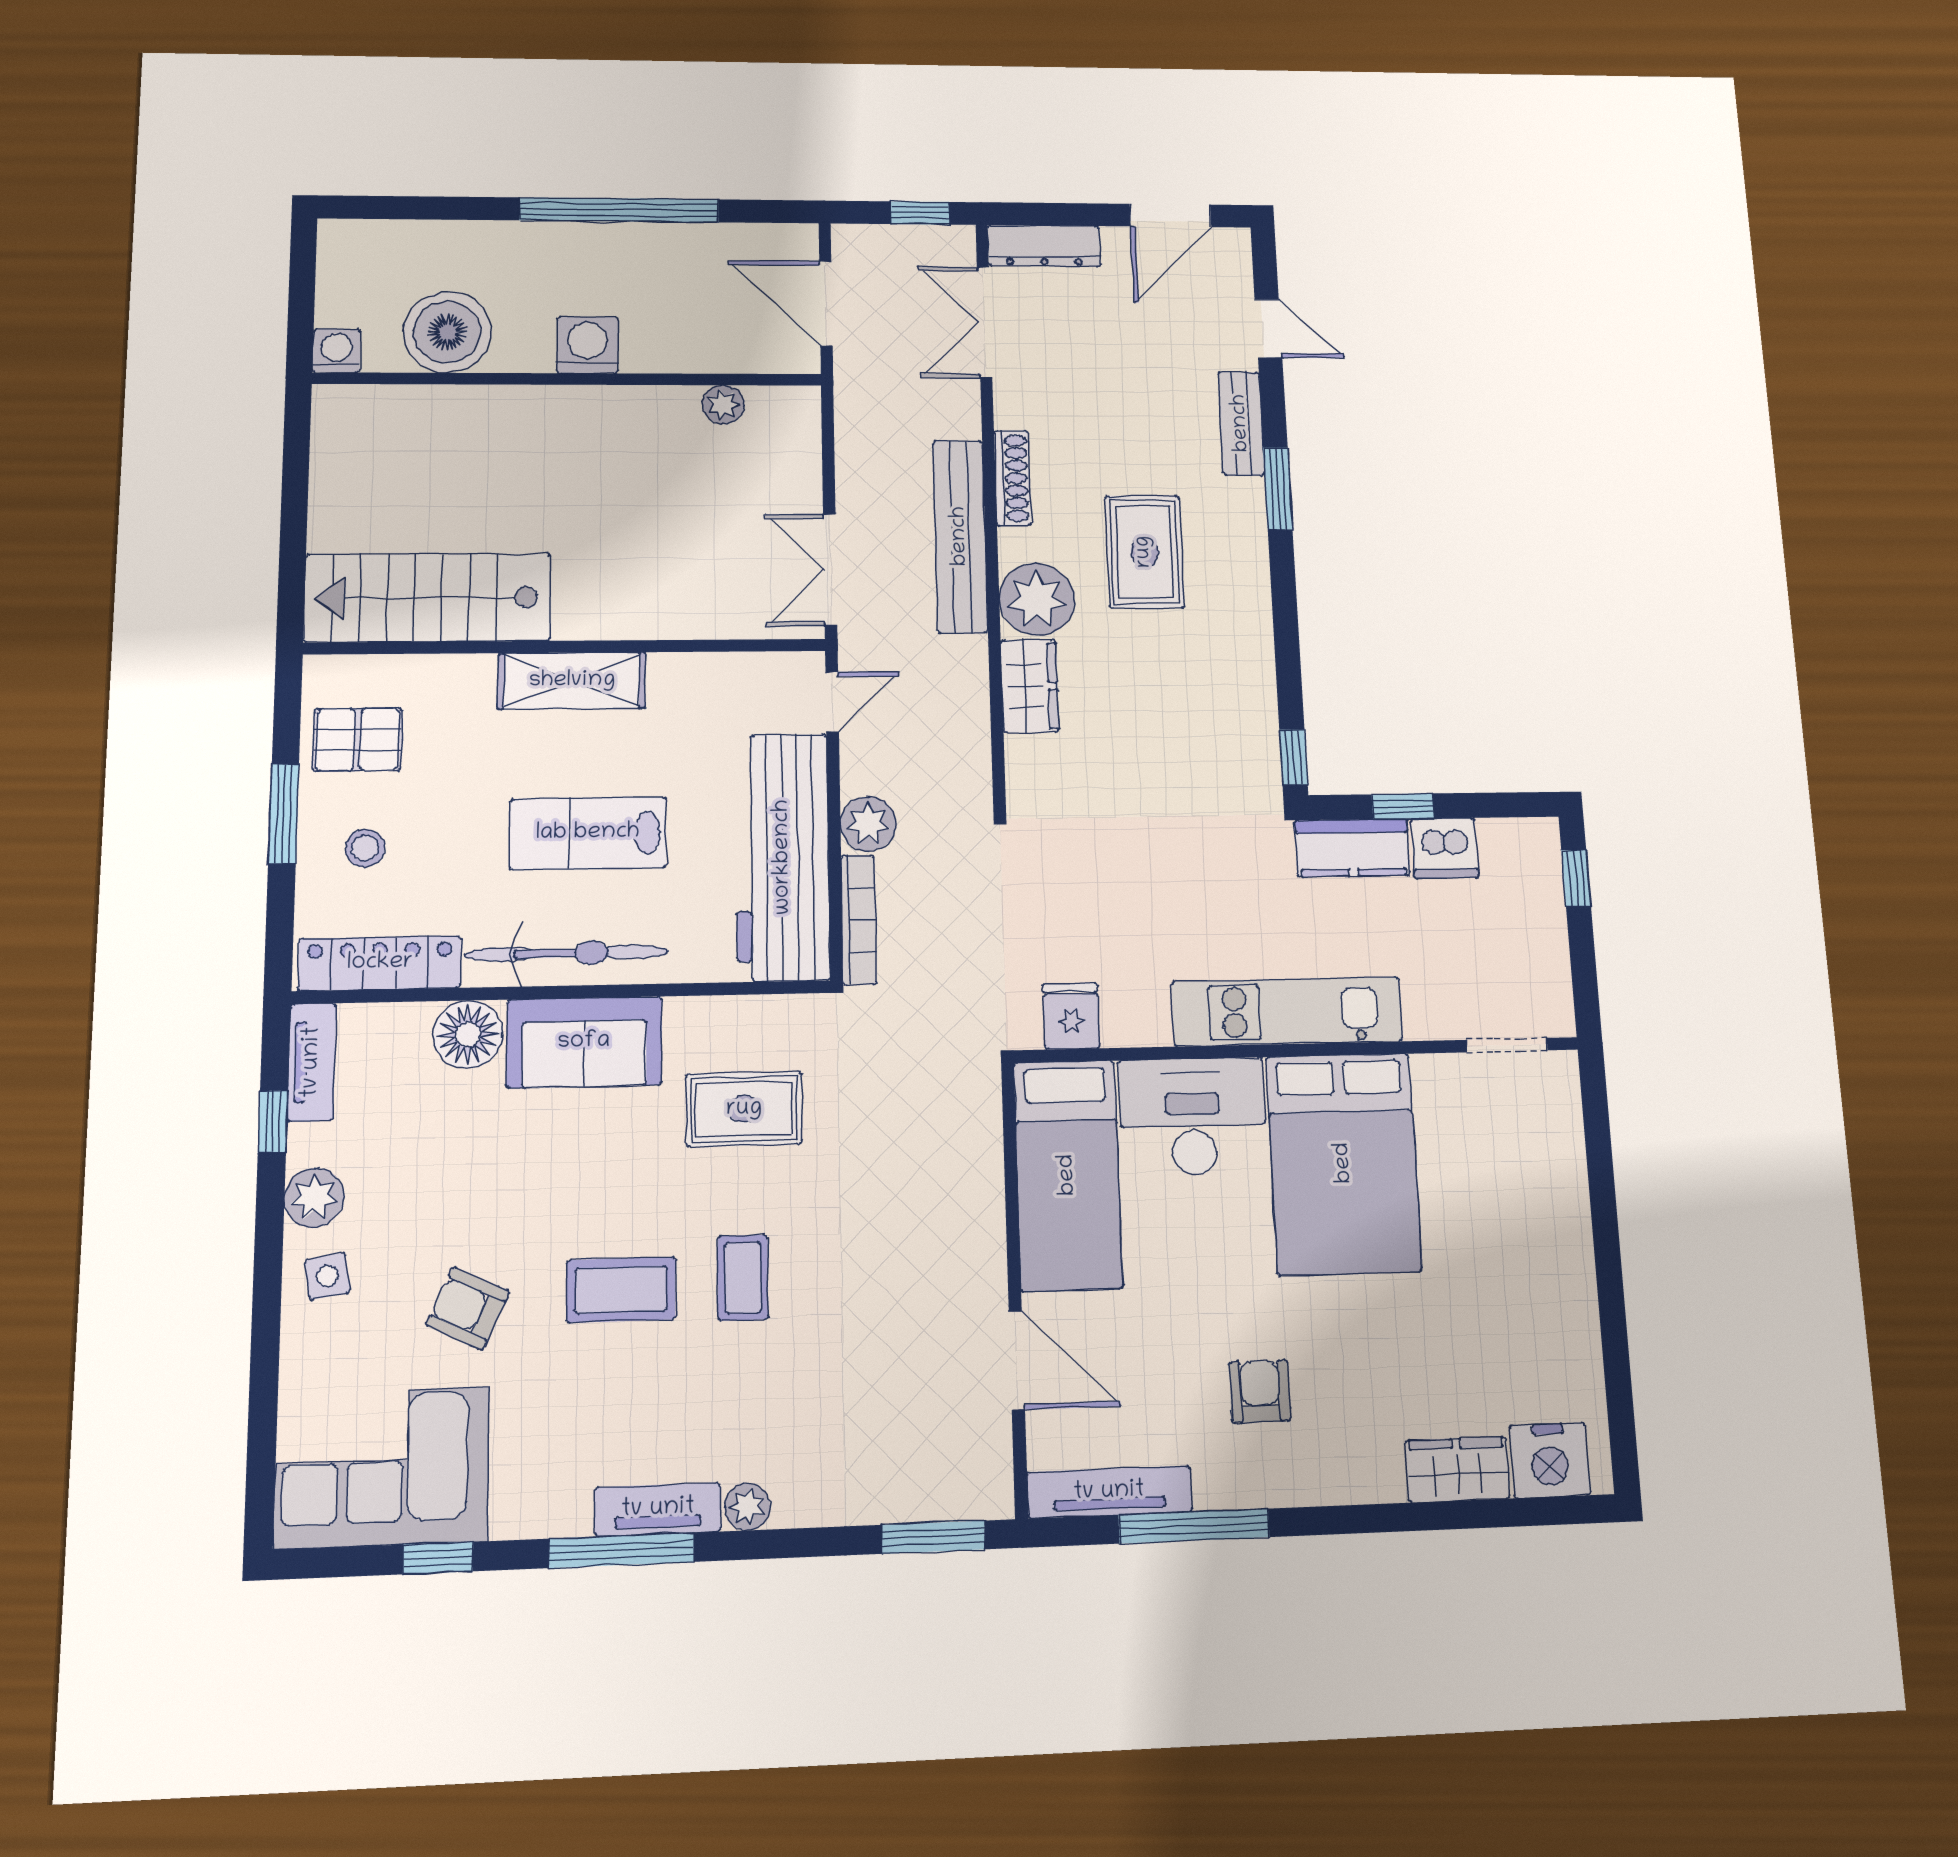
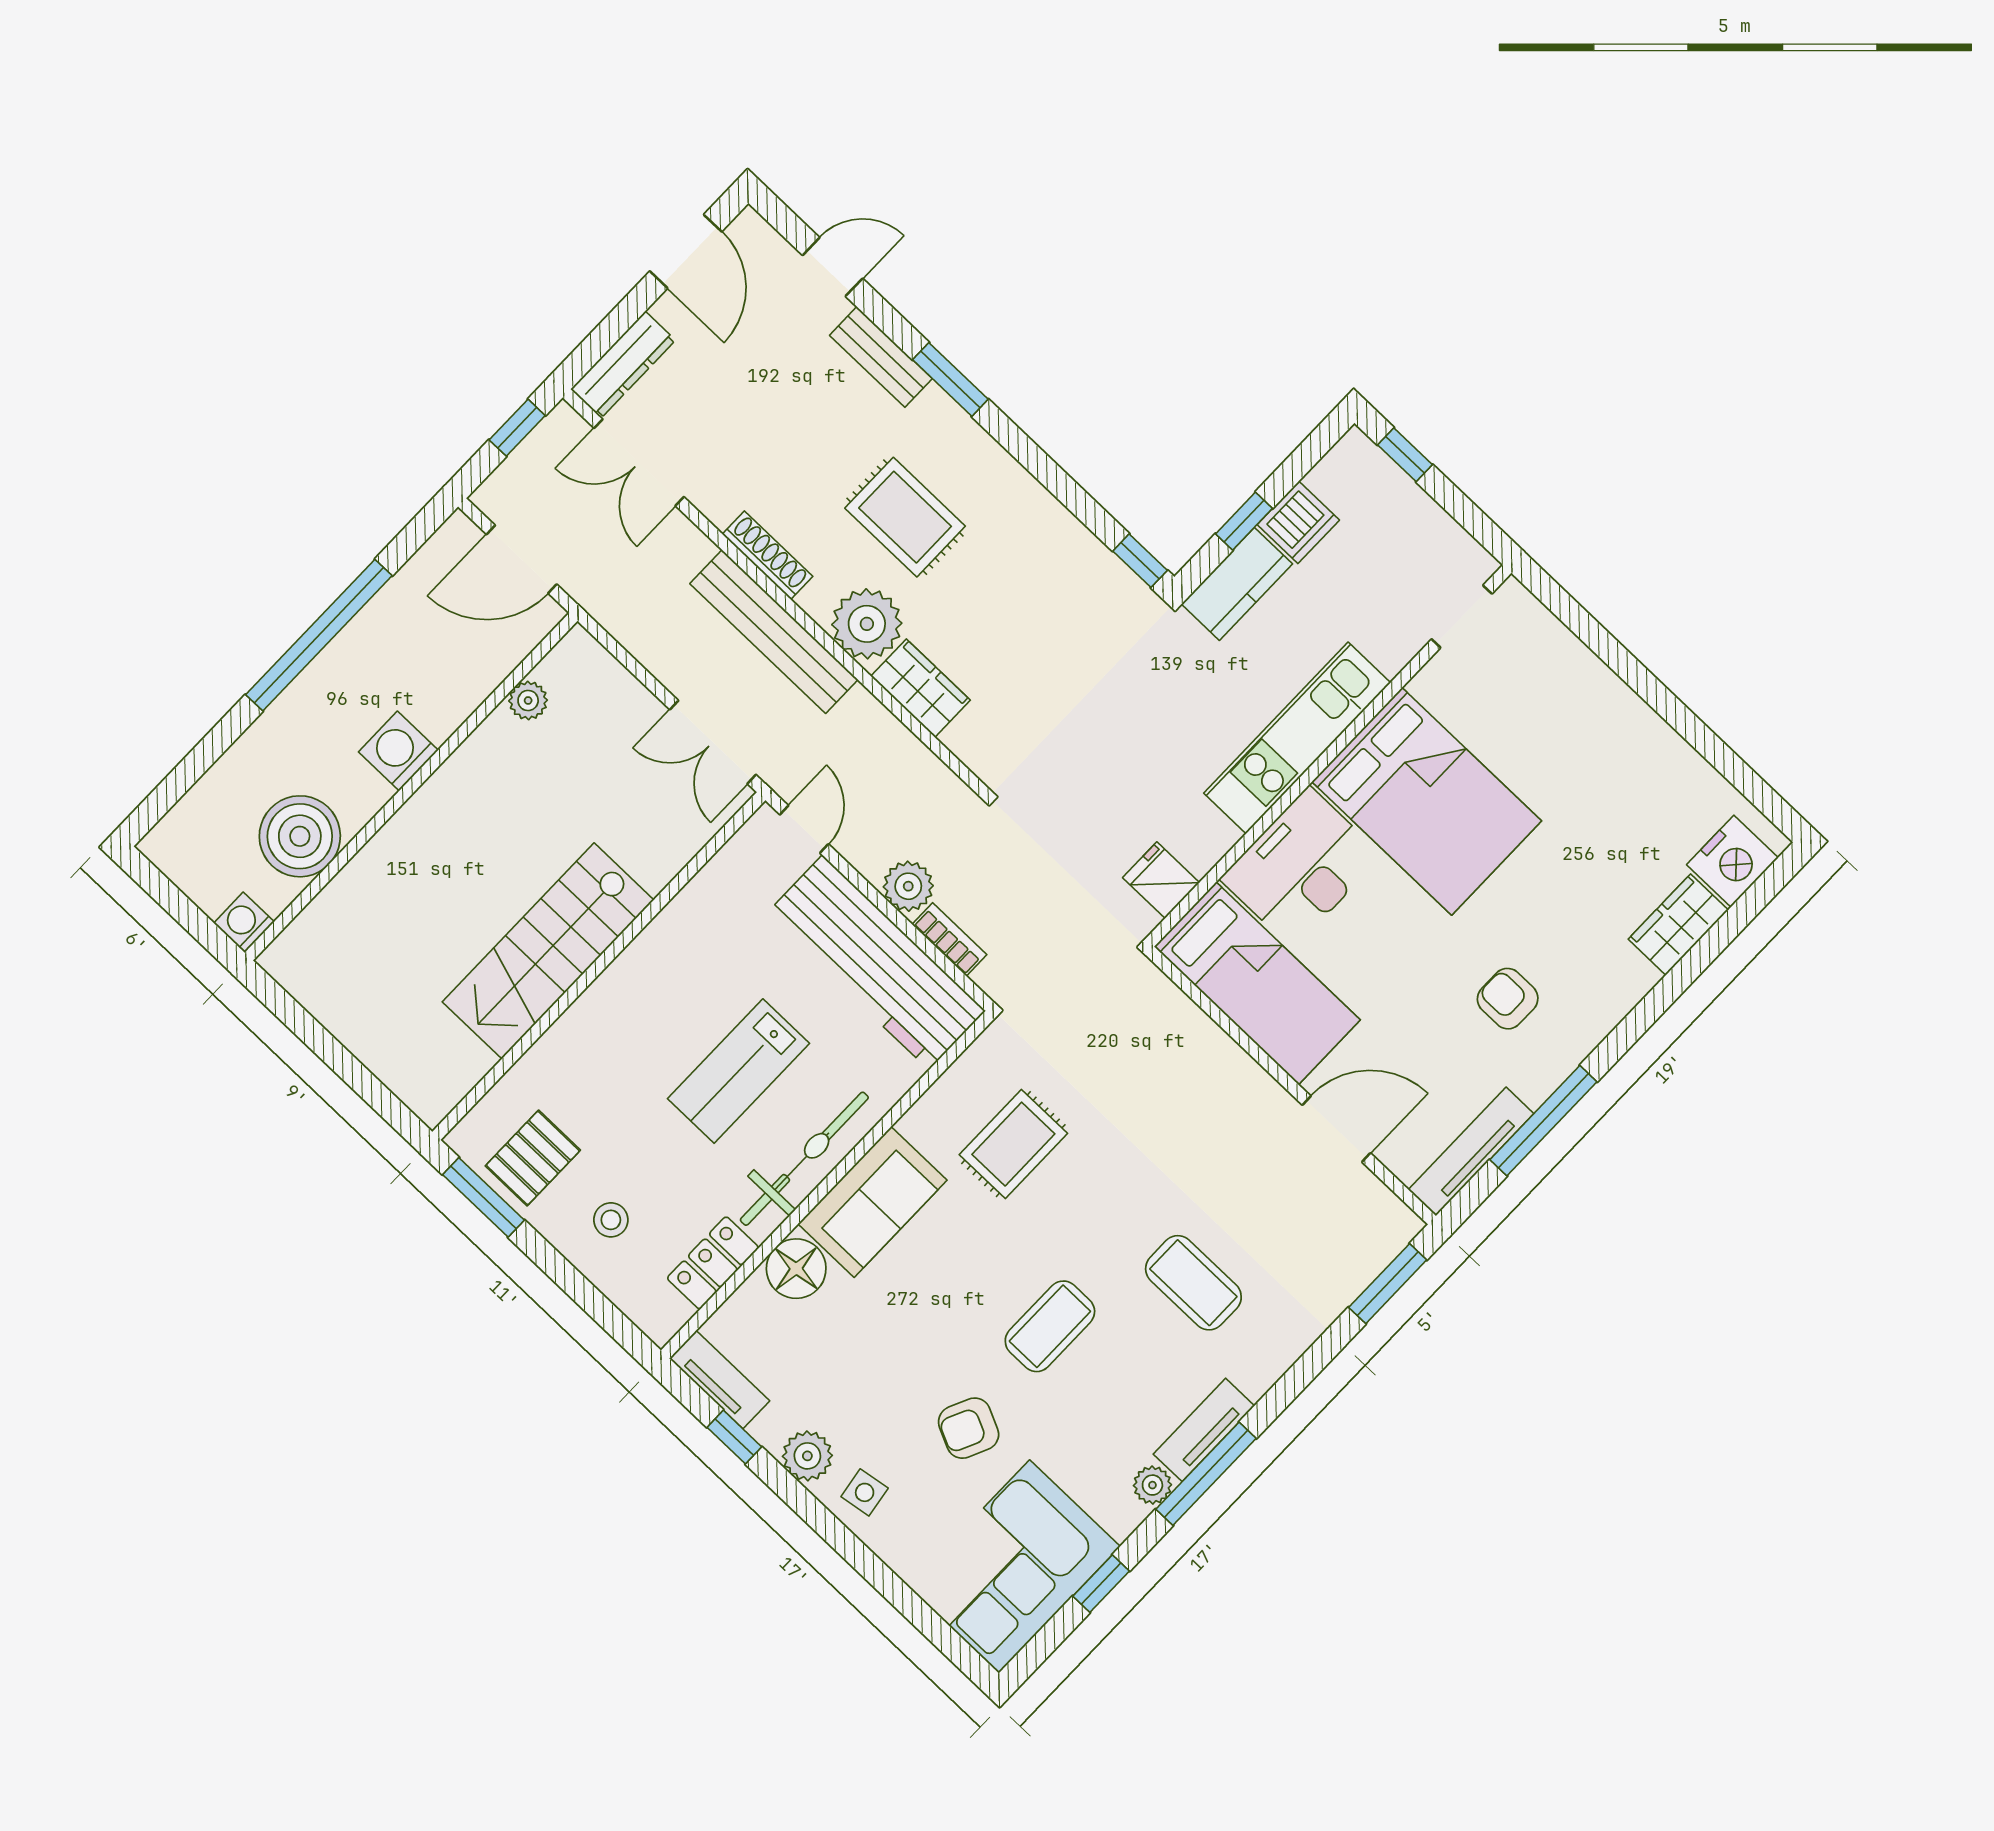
stairs: (428, 598) -> (548, 951), moved
shelving: (572, 681) -> (625, 985), removed
window: (284, 814) -> (483, 1197), moved
bookcase: (859, 920) -> (949, 939), width x0.64
locker: (380, 963) -> (713, 1263), width x0.66
coffee table: (743, 1278) -> (1193, 1283), moved, width x1.36, depth x1.30
plant: (747, 1507) -> (1152, 1485), moved

